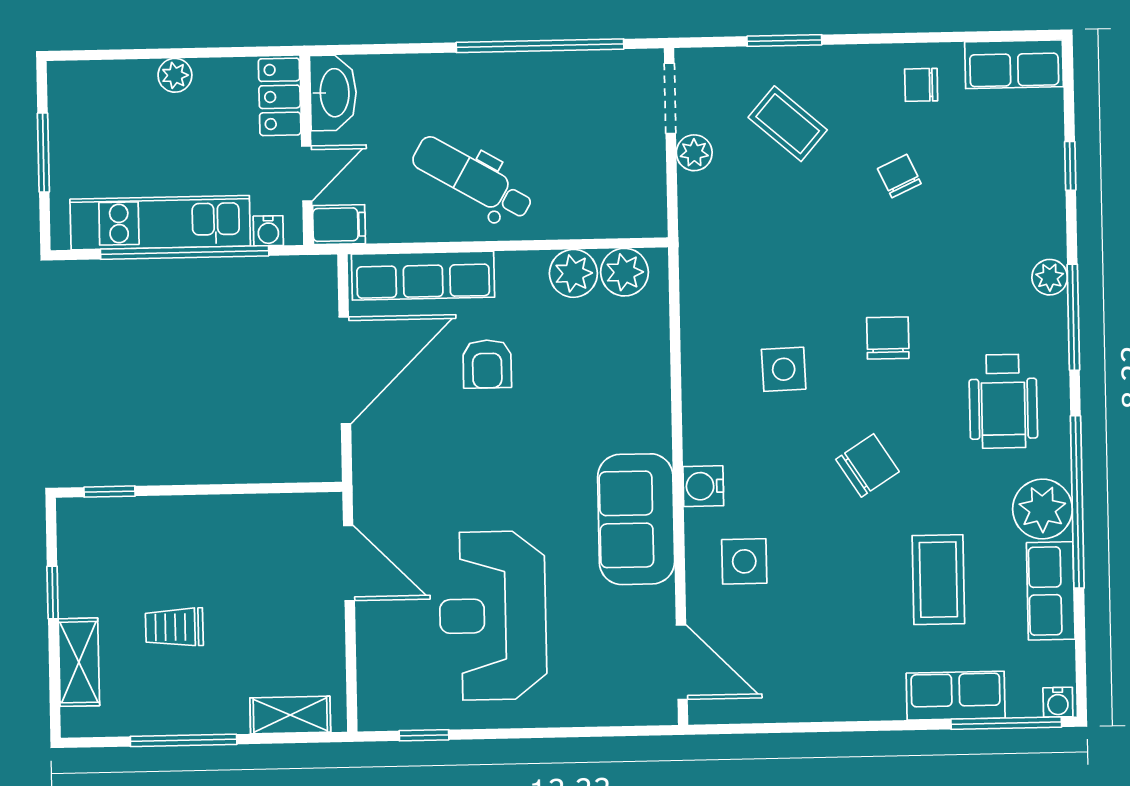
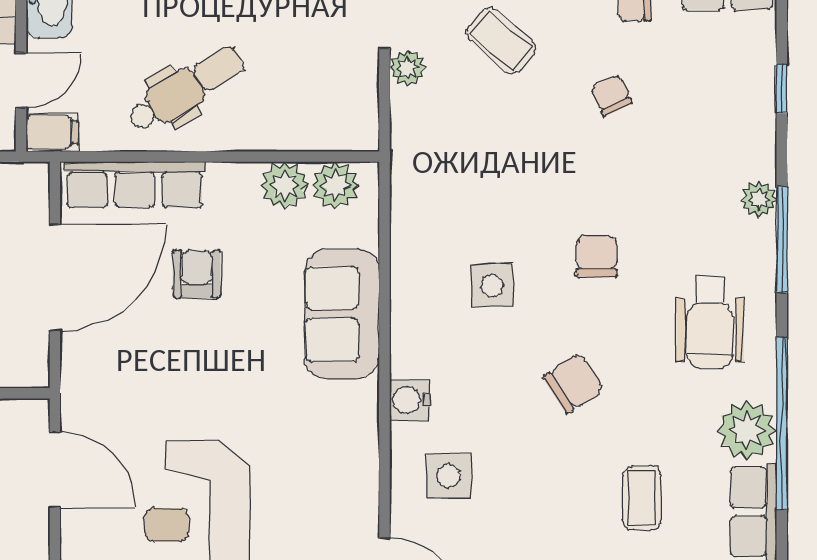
dental chair: (473, 179) -> (186, 89), turned 118
armchair: (487, 364) -> (197, 274), turned 180
sofa: (636, 519) -> (342, 314), moved
coffee table: (938, 580) -> (642, 498), width x0.73, depth x0.77

